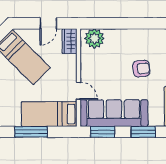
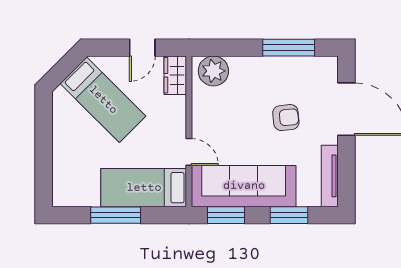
window: (143, 23) -> (289, 48), added

